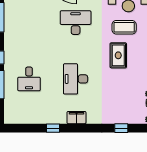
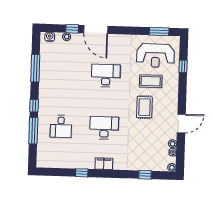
desk: (76, 79) -> (104, 128), turned 90

